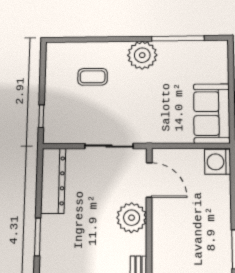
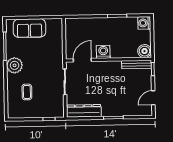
sofa: (212, 114) -> (29, 28), moved
washing machine: (218, 162) -> (103, 52), moved, turned 180
plant: (132, 218) -> (102, 69), removed

